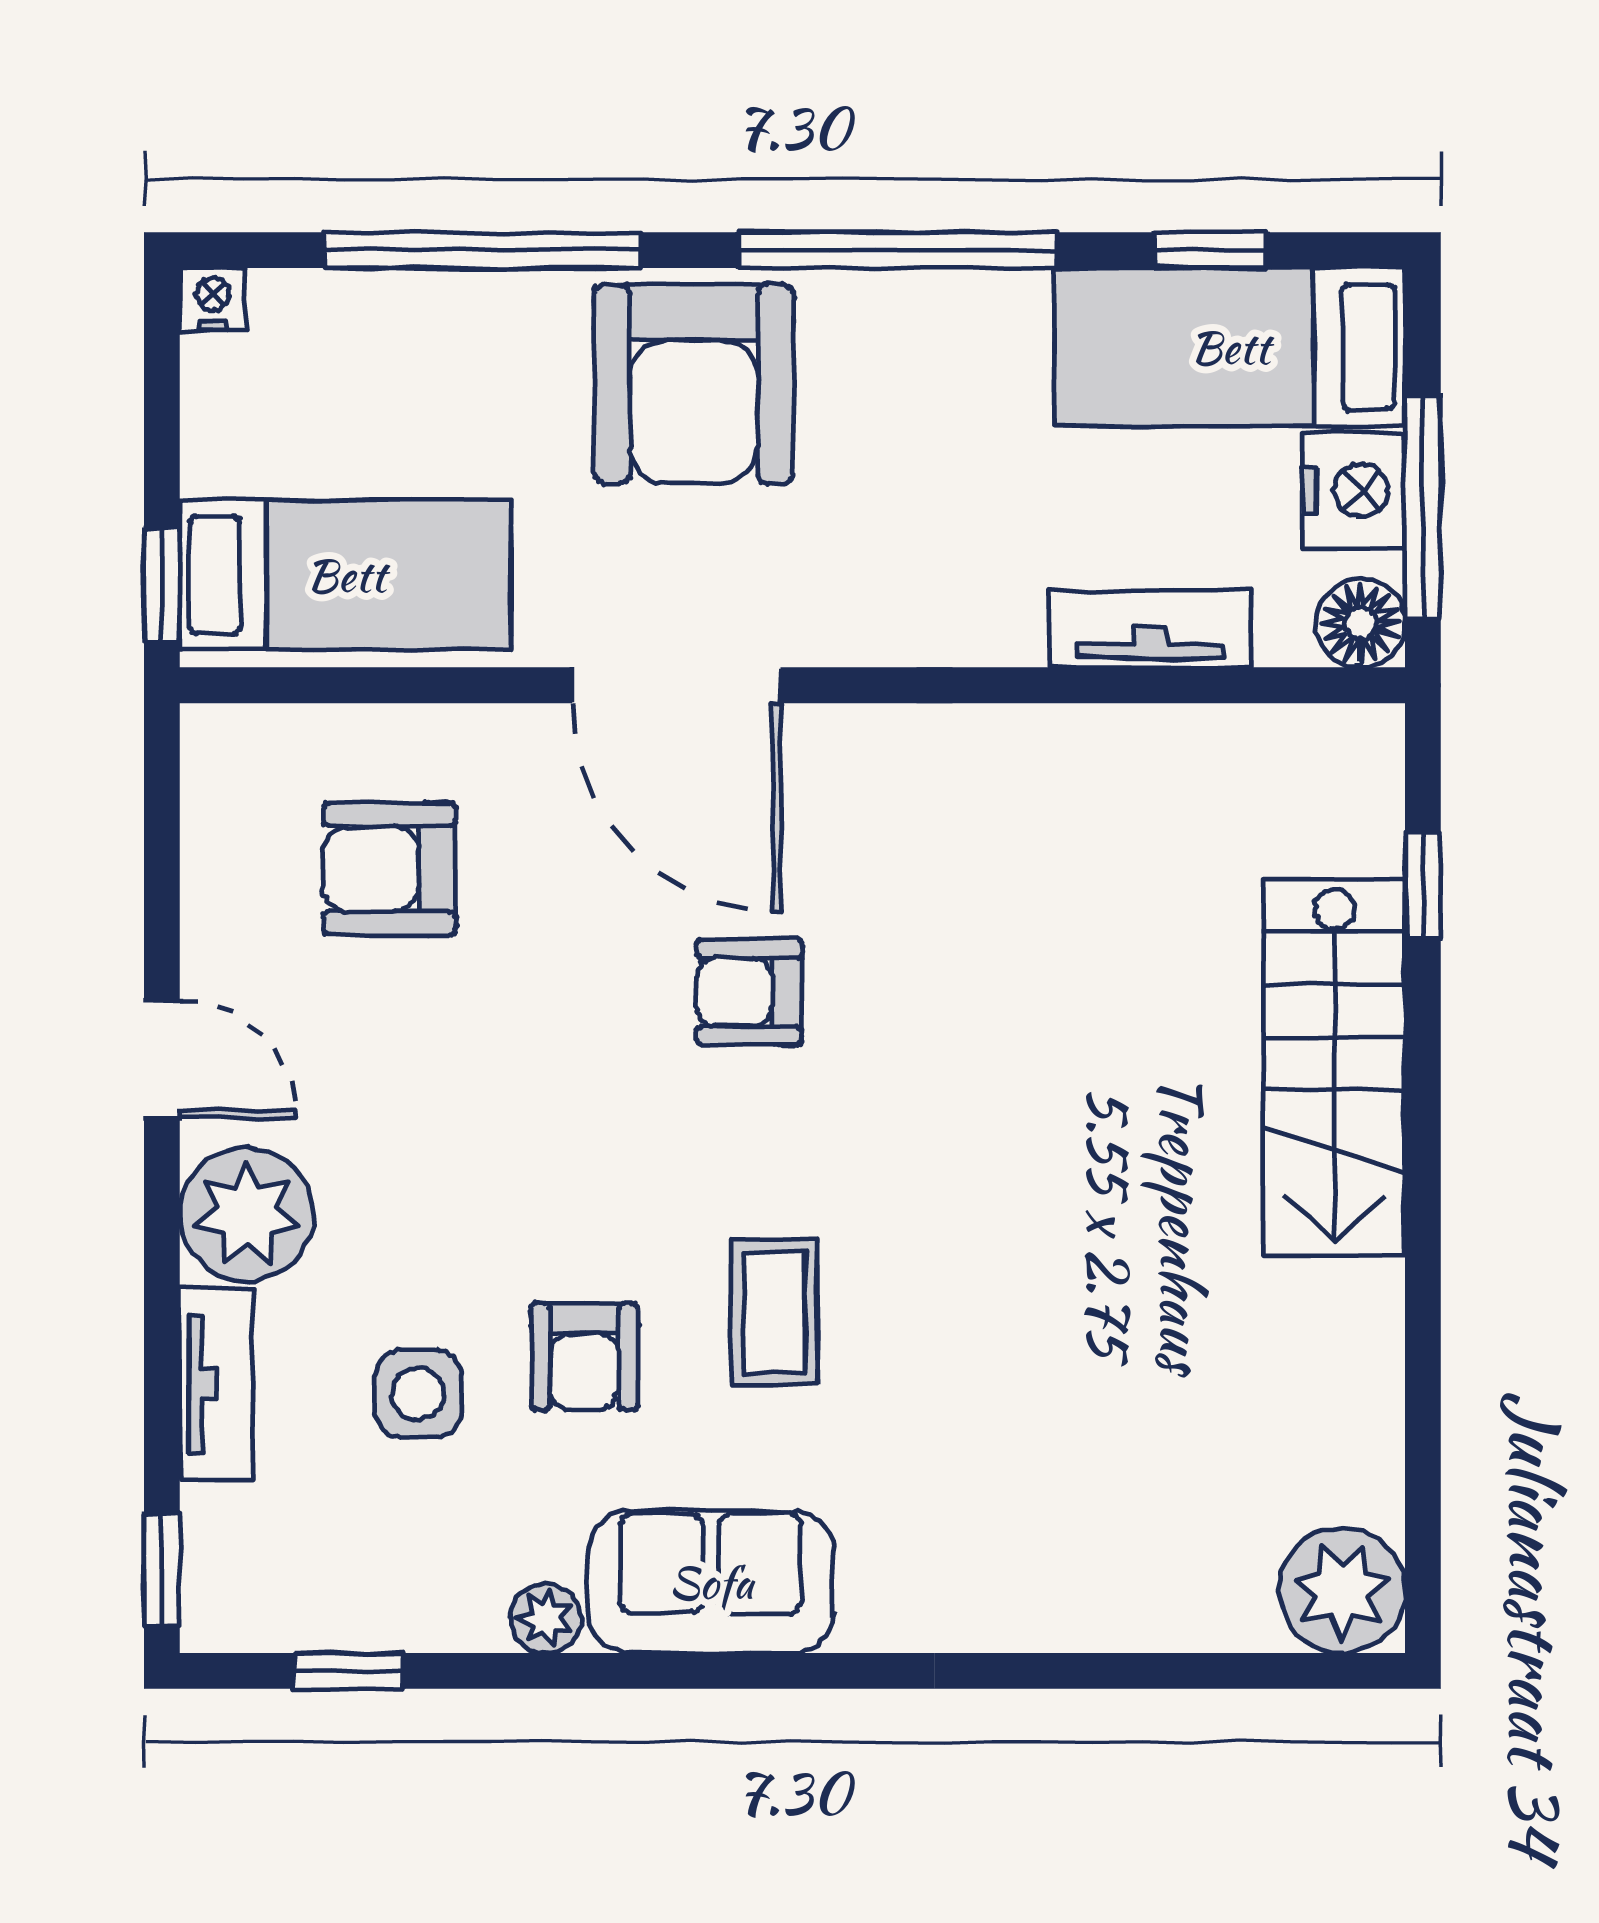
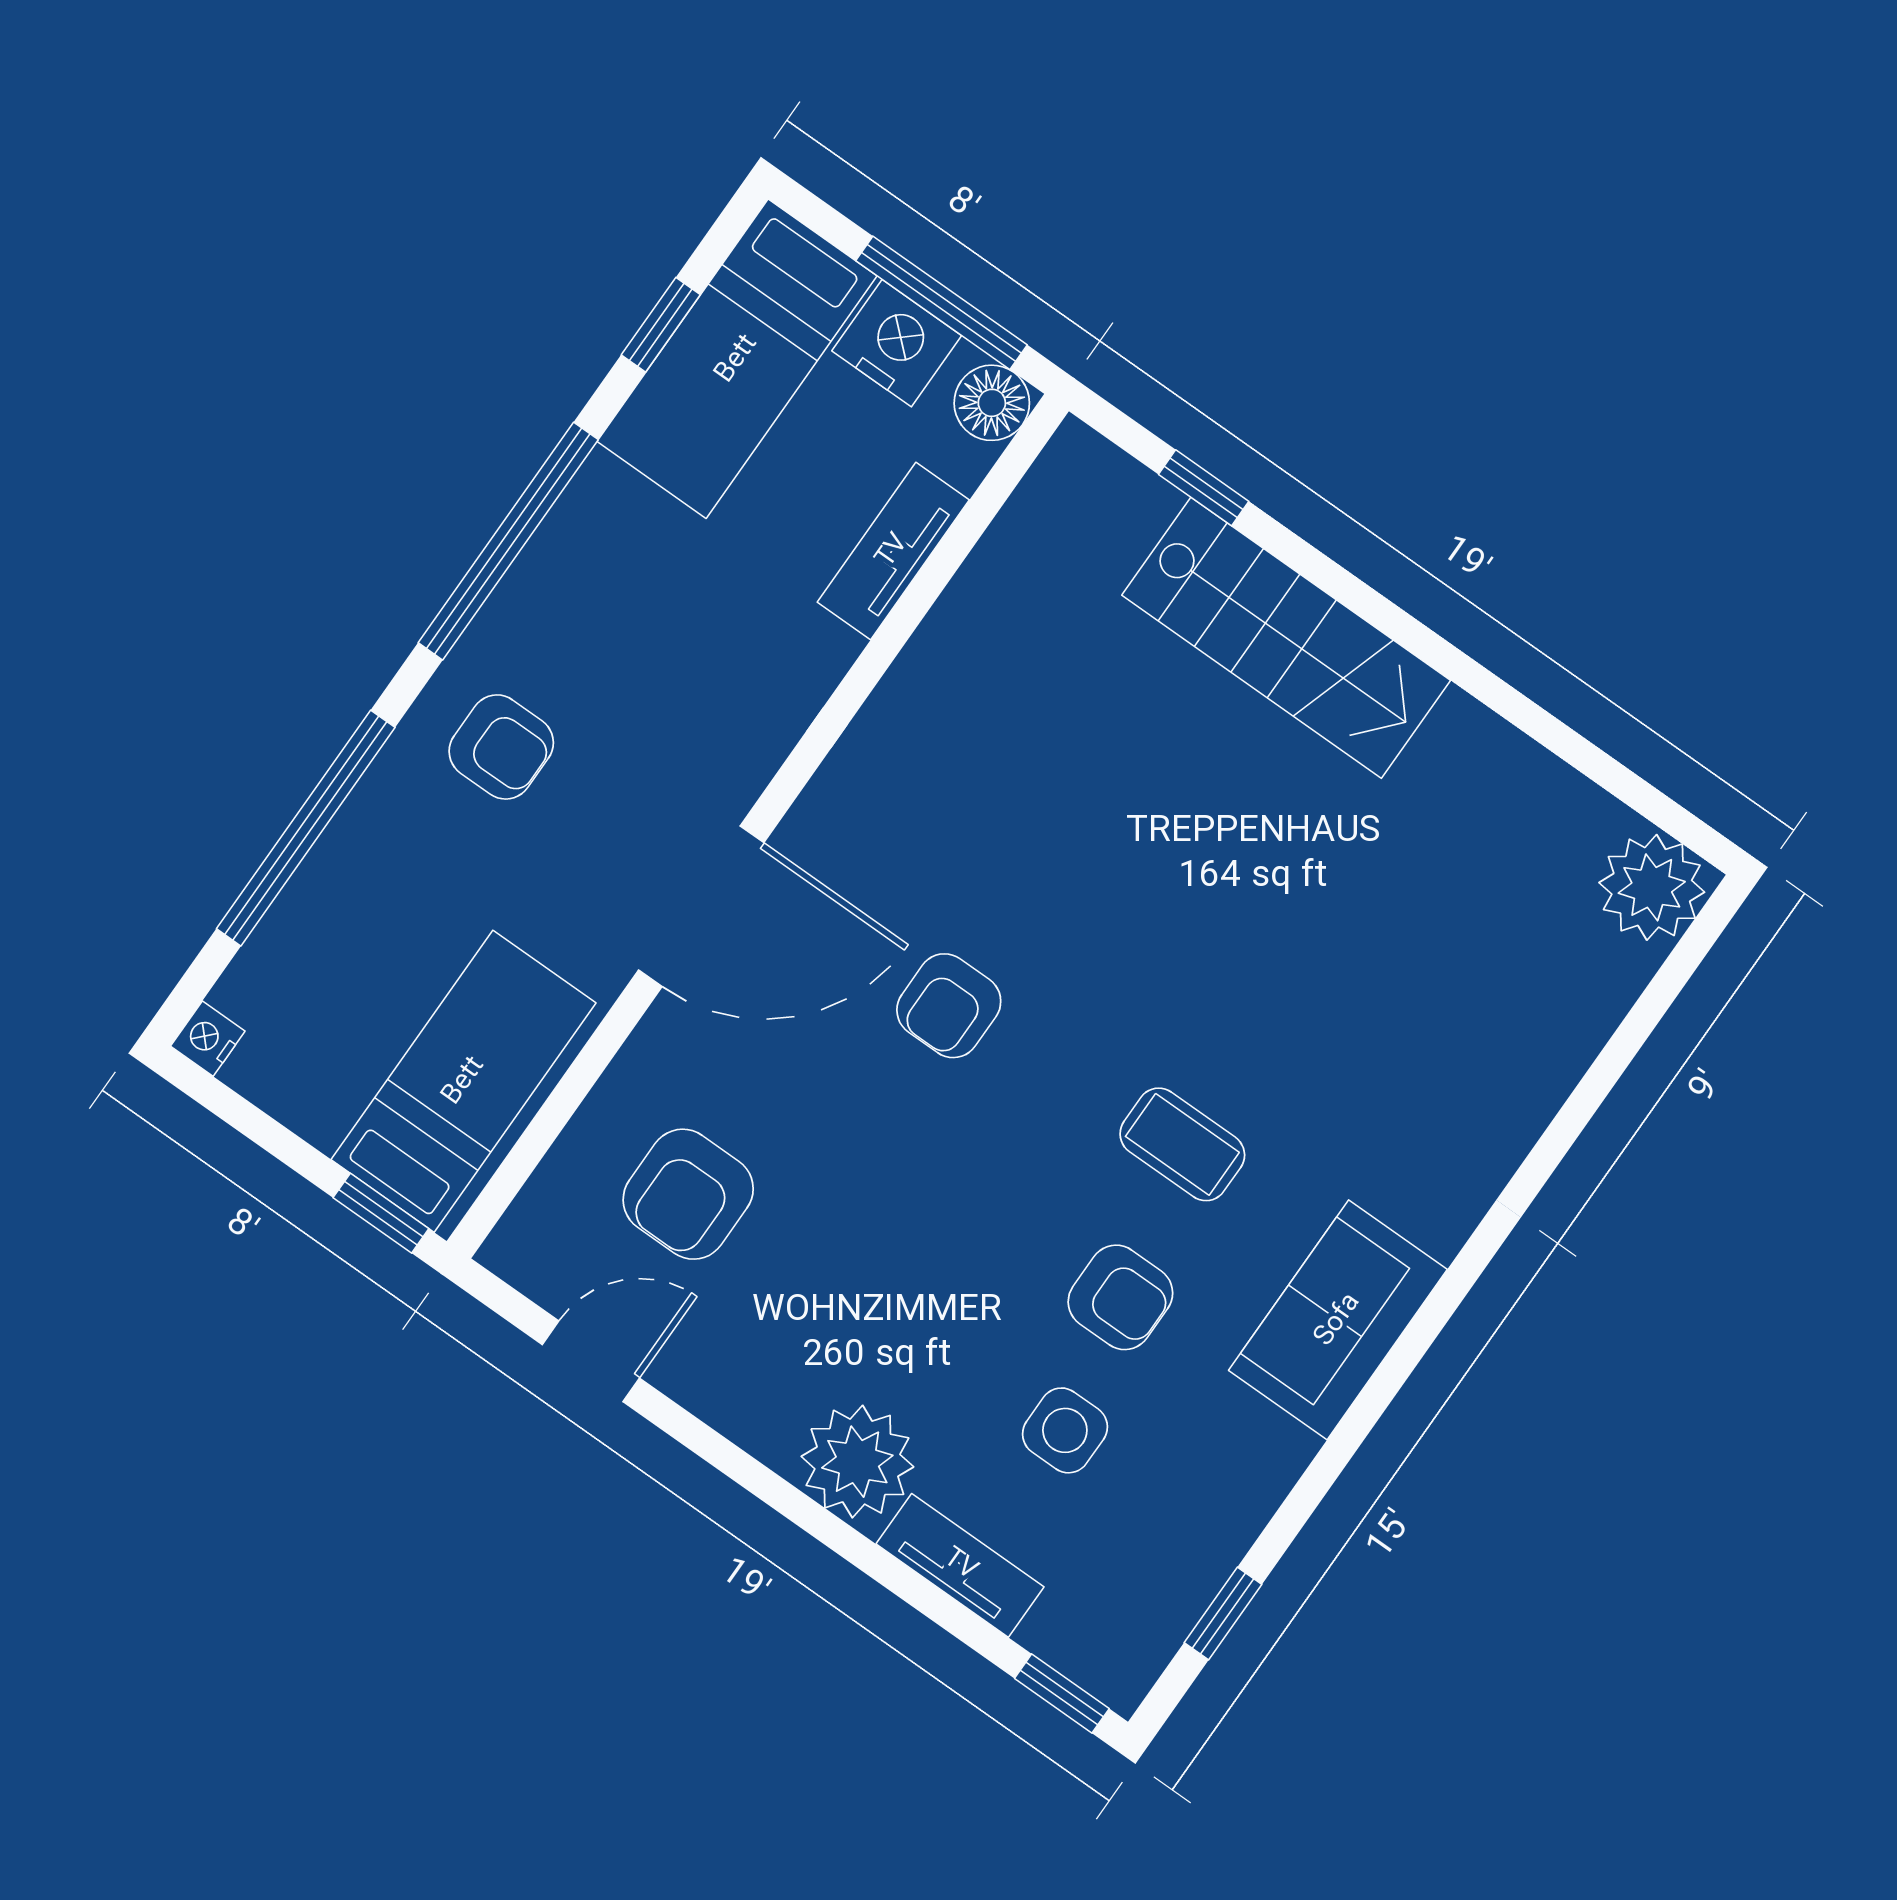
armchair: (694, 384) -> (501, 747), width x0.53, depth x0.53
door: (162, 1059) -> (591, 1361), moved
plant: (545, 1618) -> (1282, 1452), removed

